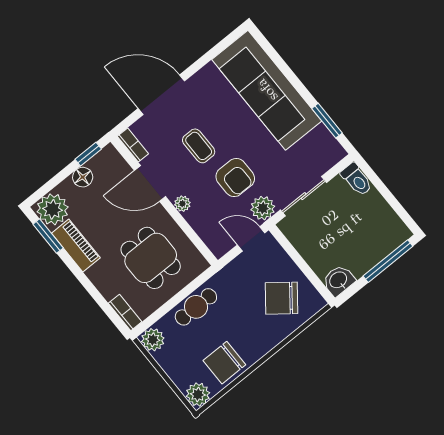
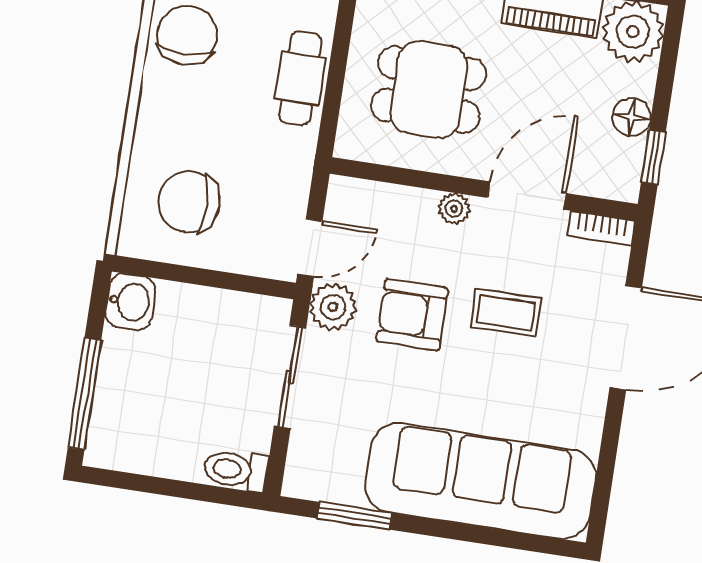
chair: (281, 298) -> (189, 202), turned -128

